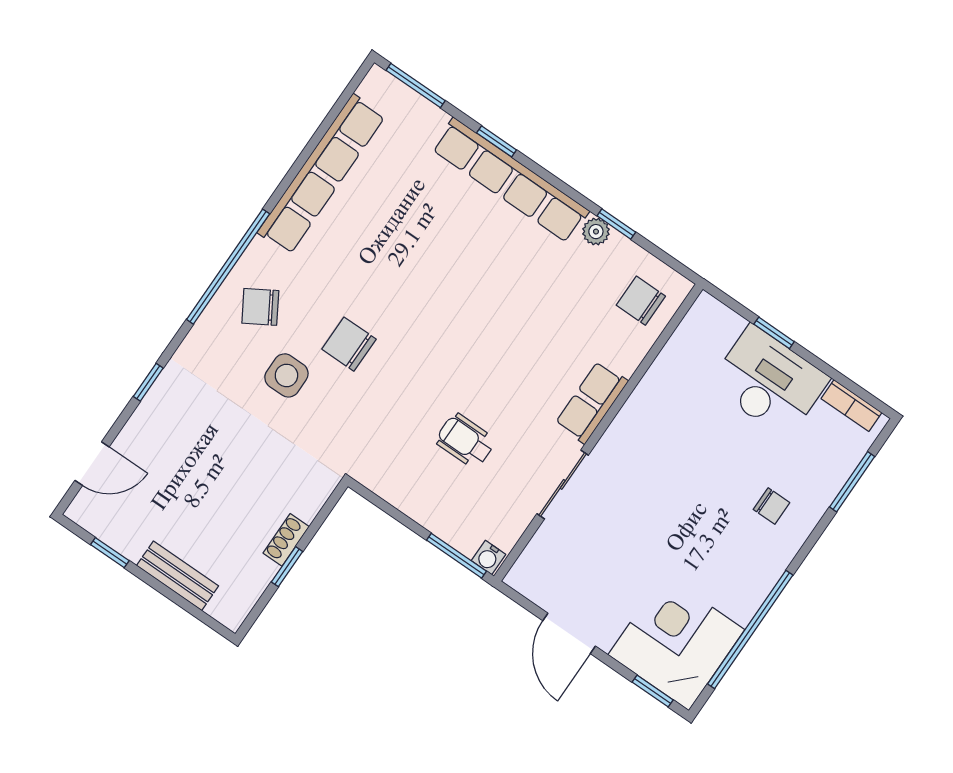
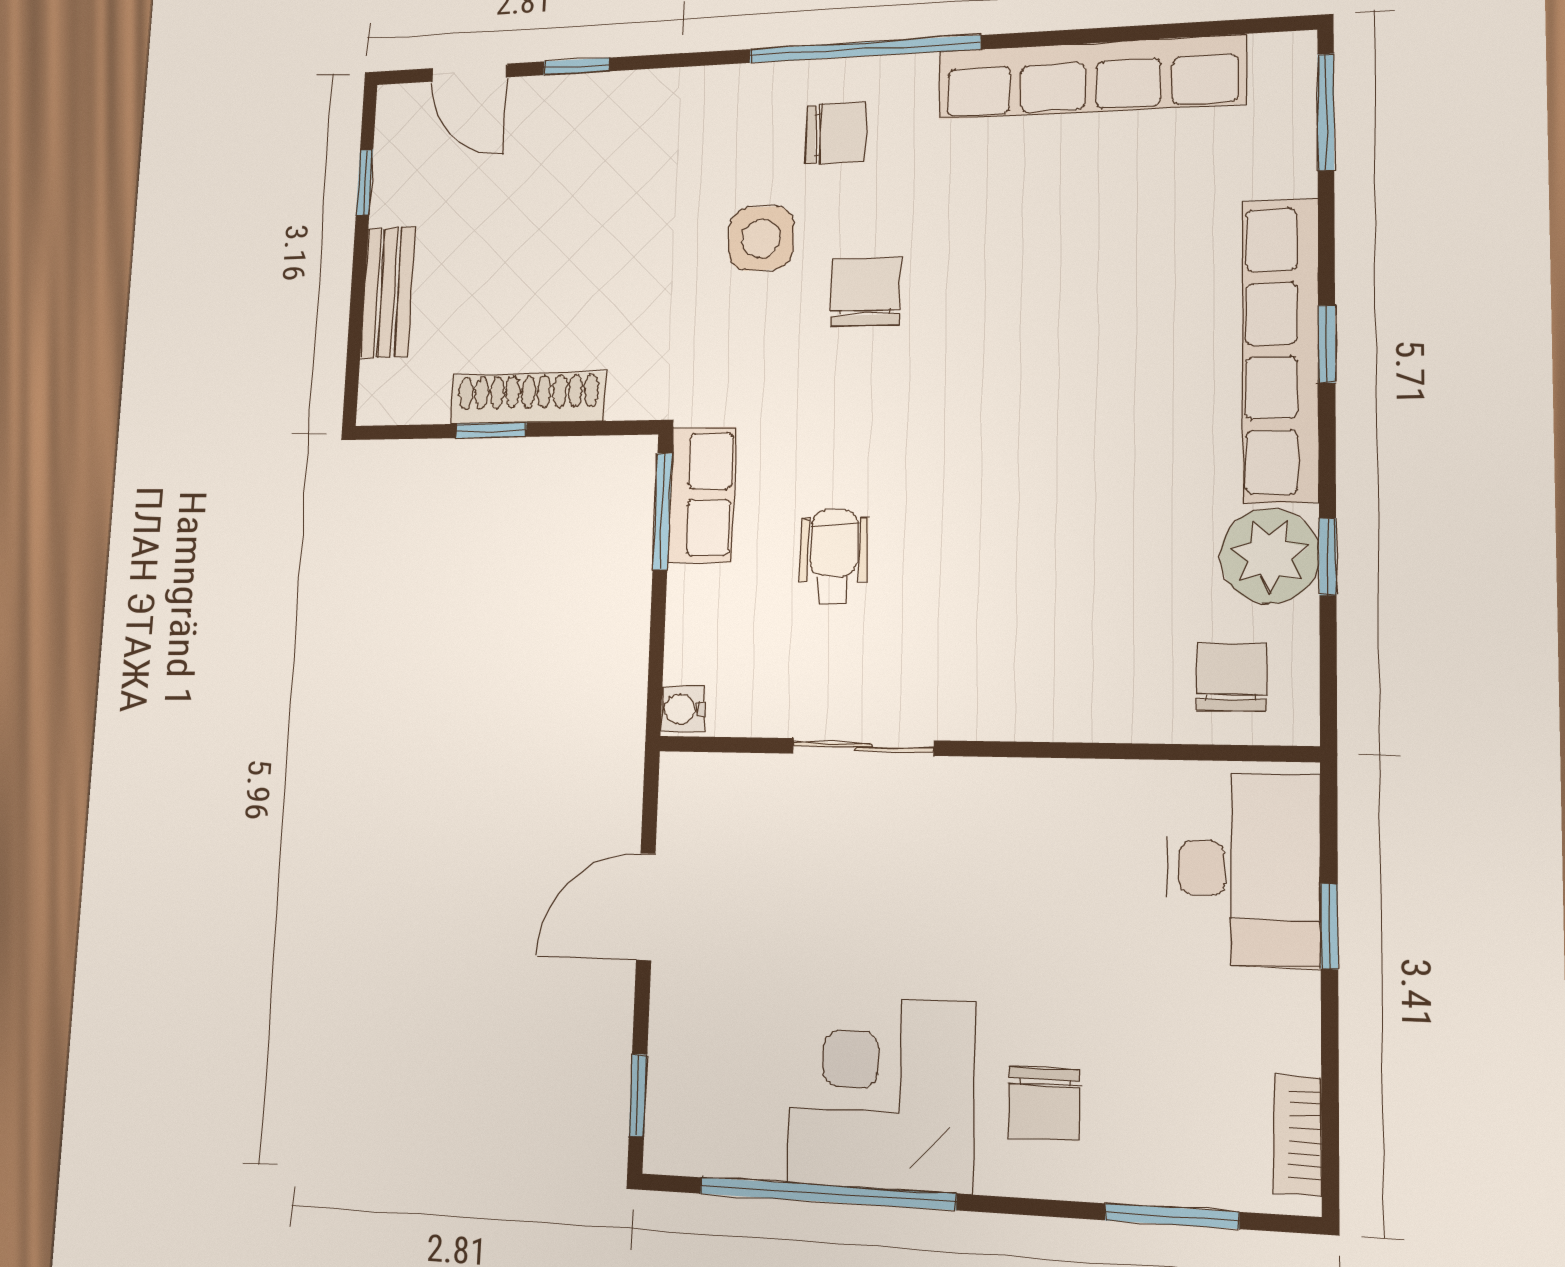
window: (497, 141) -> (1327, 344), moved
plant: (596, 232) -> (1270, 556), width x1.87, depth x1.87
chair: (260, 307) -> (836, 133), turned 121
window: (148, 382) -> (576, 66), moved
desk: (769, 382) -> (1243, 869), moved
row of seats: (592, 402) -> (702, 494), moved, turned 90
chair: (772, 506) -> (1044, 1104), width x1.37, depth x1.37
shoe rack: (286, 540) -> (528, 398), width x1.94, depth x1.24
window: (456, 556) -> (662, 511), moved
corner desk: (676, 642) -> (881, 1093), moved, turned -90

